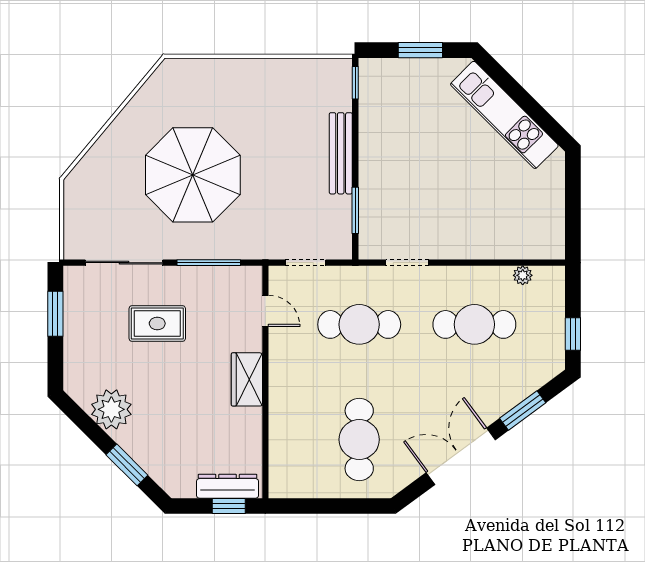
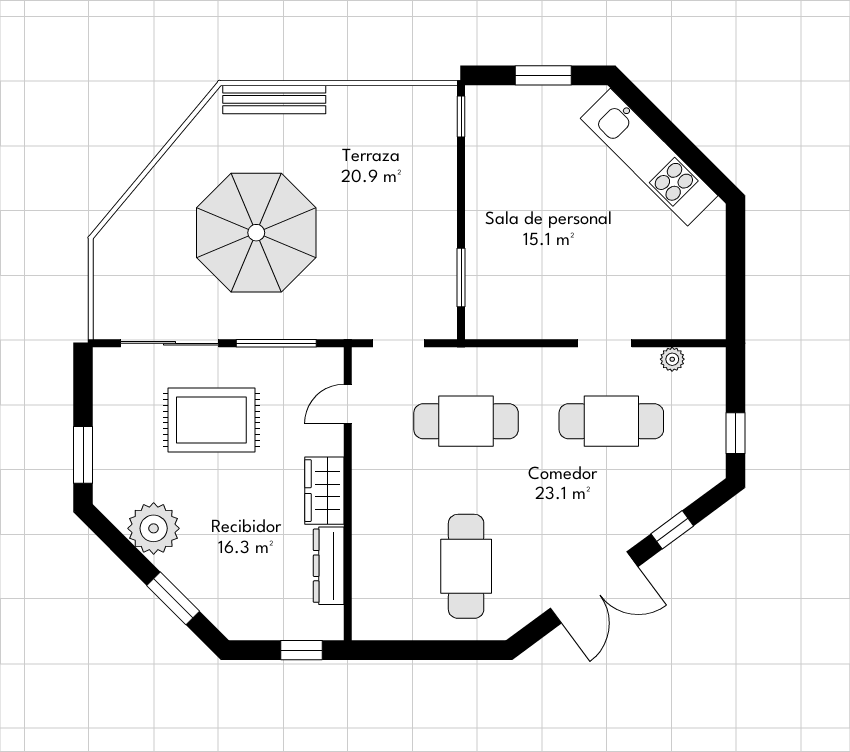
bench: (341, 153) -> (274, 99), moved, turned 90
doorway: (407, 263) -> (605, 343), moved
door: (265, 311) -> (348, 404), swing flipped
window: (55, 314) -> (83, 455), moved
rug: (157, 323) -> (211, 420), width x1.36, depth x1.43
window: (523, 411) -> (672, 530), width x0.67
double door: (461, 456) -> (594, 587), swing flipped
dresser: (228, 486) -> (329, 566), moved, turned -90

